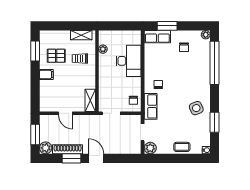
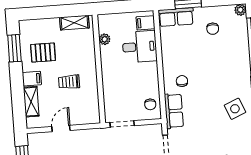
filing cabinet: (134, 39) -> (146, 23), added
trolley: (80, 58) -> (69, 82), moved
desk: (129, 61) -> (140, 47), width x0.73
shelving: (90, 100) -> (31, 102), moved
door: (65, 113) -> (61, 128), swing flipped

